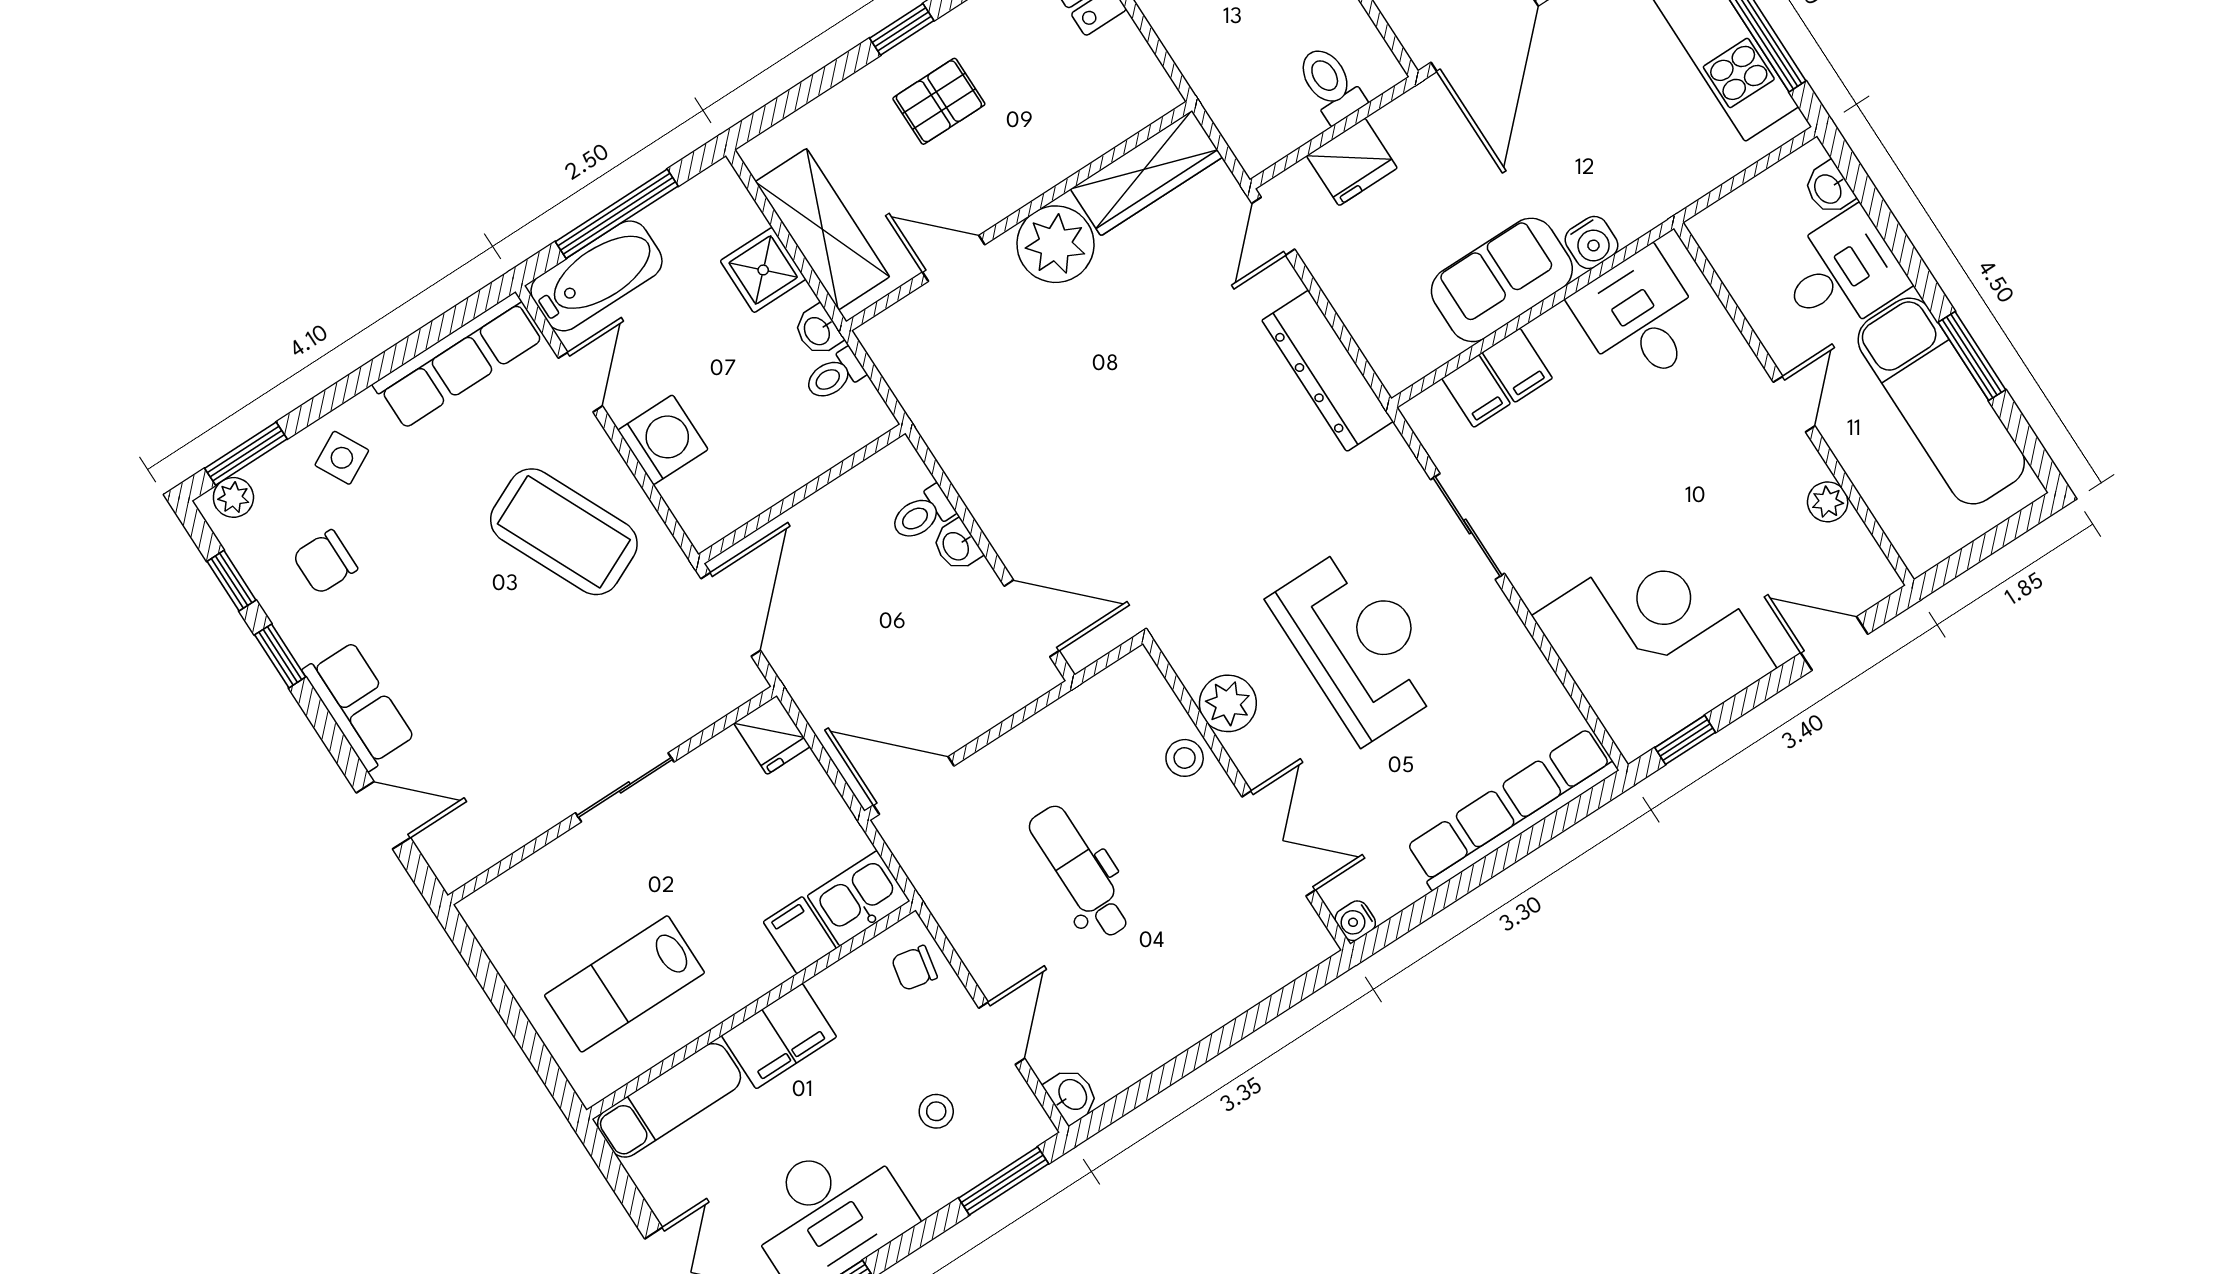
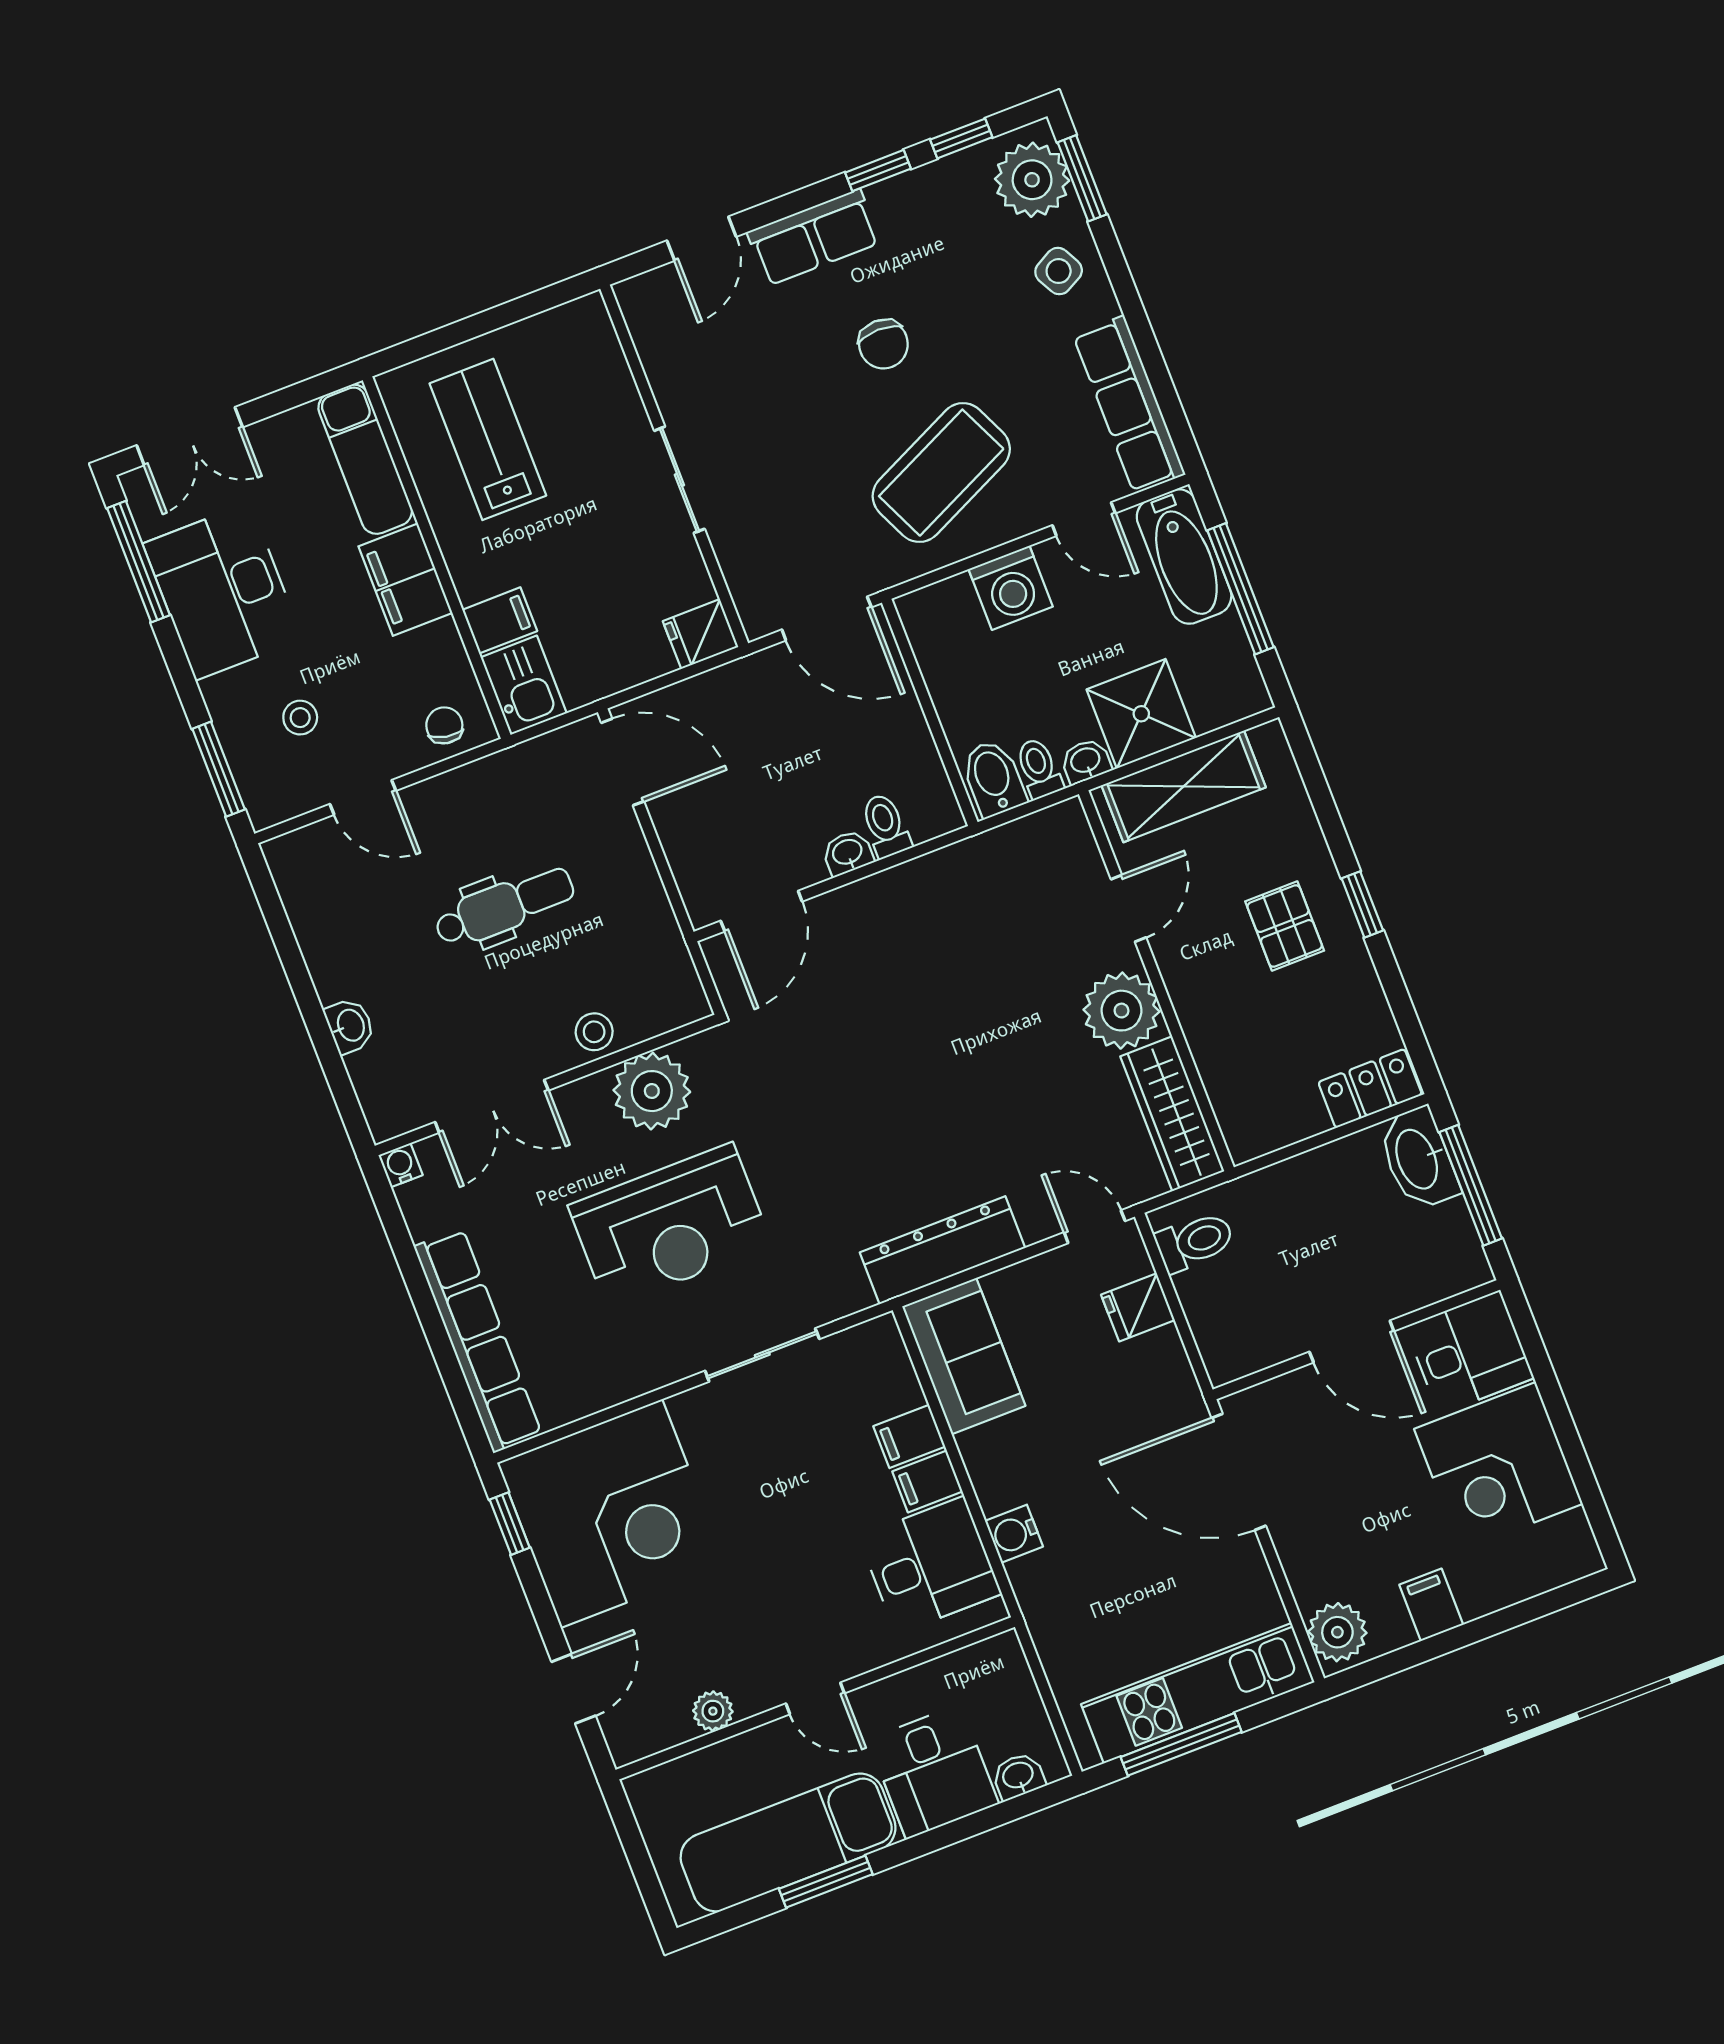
toilet: (1330, 84) -> (1195, 1242), moved
fridge: (1352, 162) -> (1138, 1307), width x0.72
shower: (763, 270) -> (1141, 714), width x1.36, depth x1.36
sofa: (1502, 280) -> (964, 1356), moved
filing cabinet: (1476, 391) -> (927, 1481), moved
bidet: (854, 418) -> (993, 778), added
plant: (233, 497) -> (1032, 180), width x1.88, depth x1.88
chair: (325, 562) -> (883, 344), moved, turned 180
plant: (1228, 703) -> (652, 1091), width x1.36, depth x1.36
door: (914, 785) -> (623, 762), hinge flipped
washbasin: (1072, 1095) -> (350, 1026), moved, turned -90

